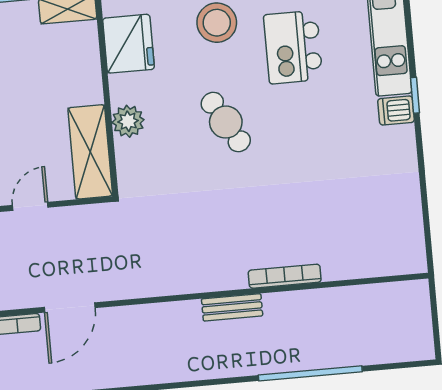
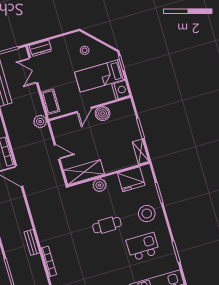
cafe table: (226, 122) -> (107, 225), turned 30

